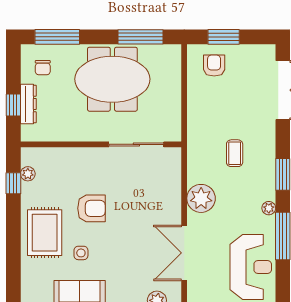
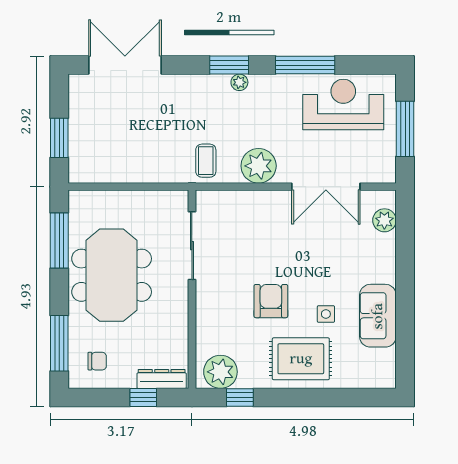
armchair: (214, 66) -> (95, 150), removed
dresser: (28, 104) -> (162, 379), moved
coffee table: (235, 153) -> (206, 161), moved, turned 90
plant: (28, 174) -> (220, 372), width x1.88, depth x1.88
plant: (269, 208) -> (239, 82), moved

